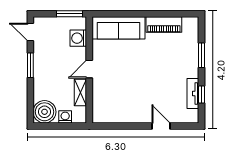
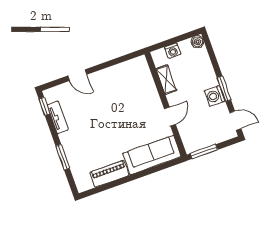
washing machine: (78, 38) -> (215, 96), moved, turned 180
door: (89, 69) -> (170, 116), moved
window: (201, 95) -> (44, 106), moved
boiler: (44, 112) -> (197, 42), width x0.54, depth x0.54

